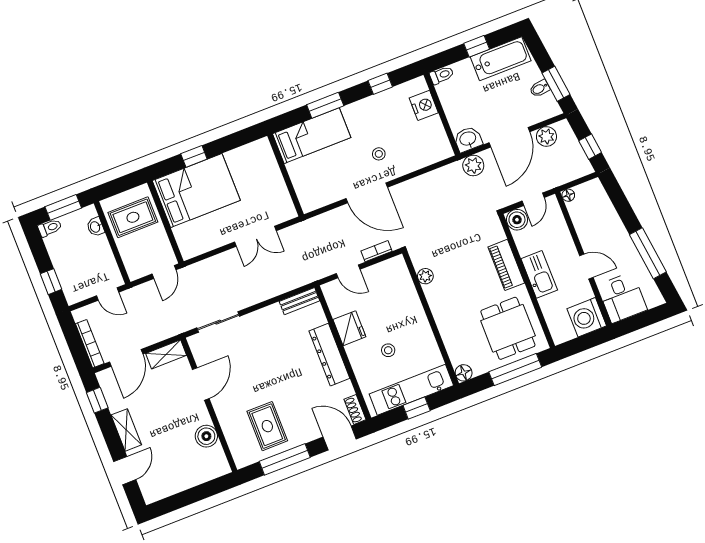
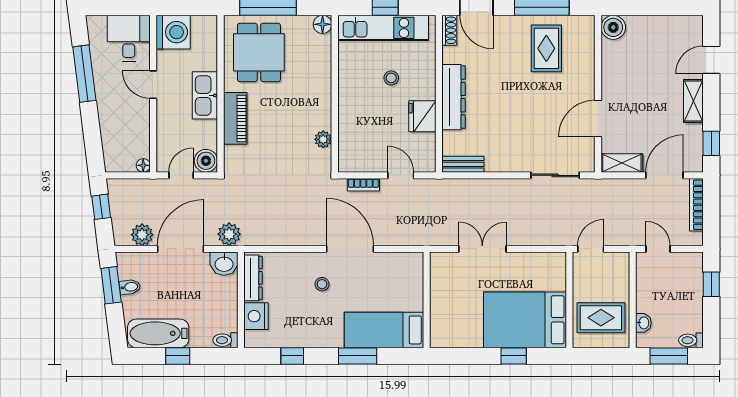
dresser: (439, 137) -> (253, 278), added
boiler: (206, 436) -> (613, 27), moved

